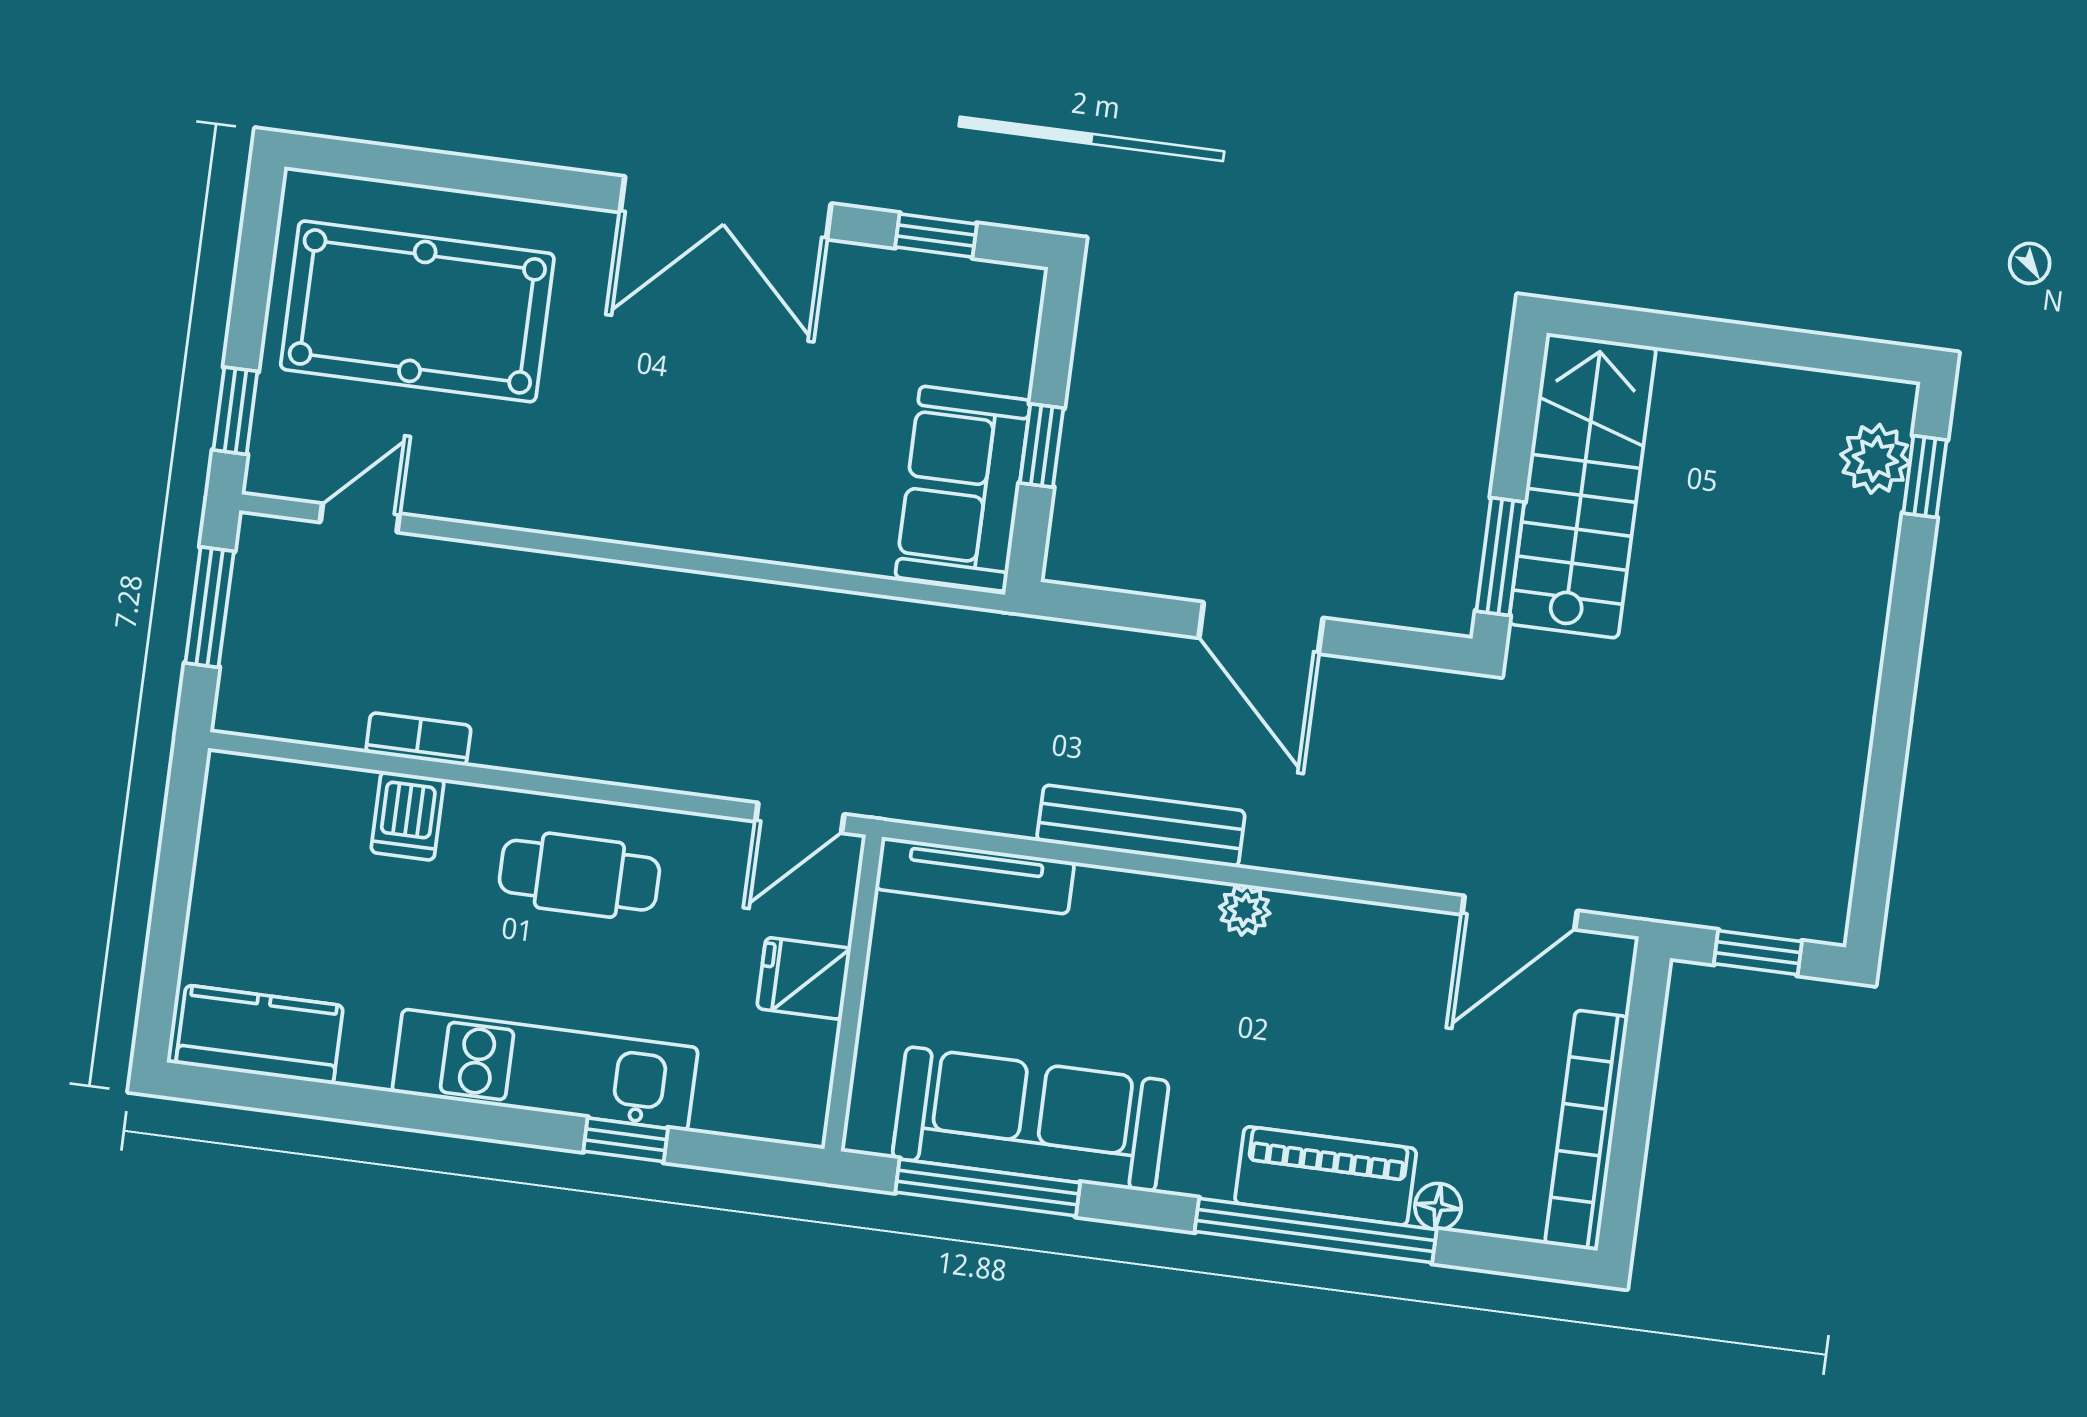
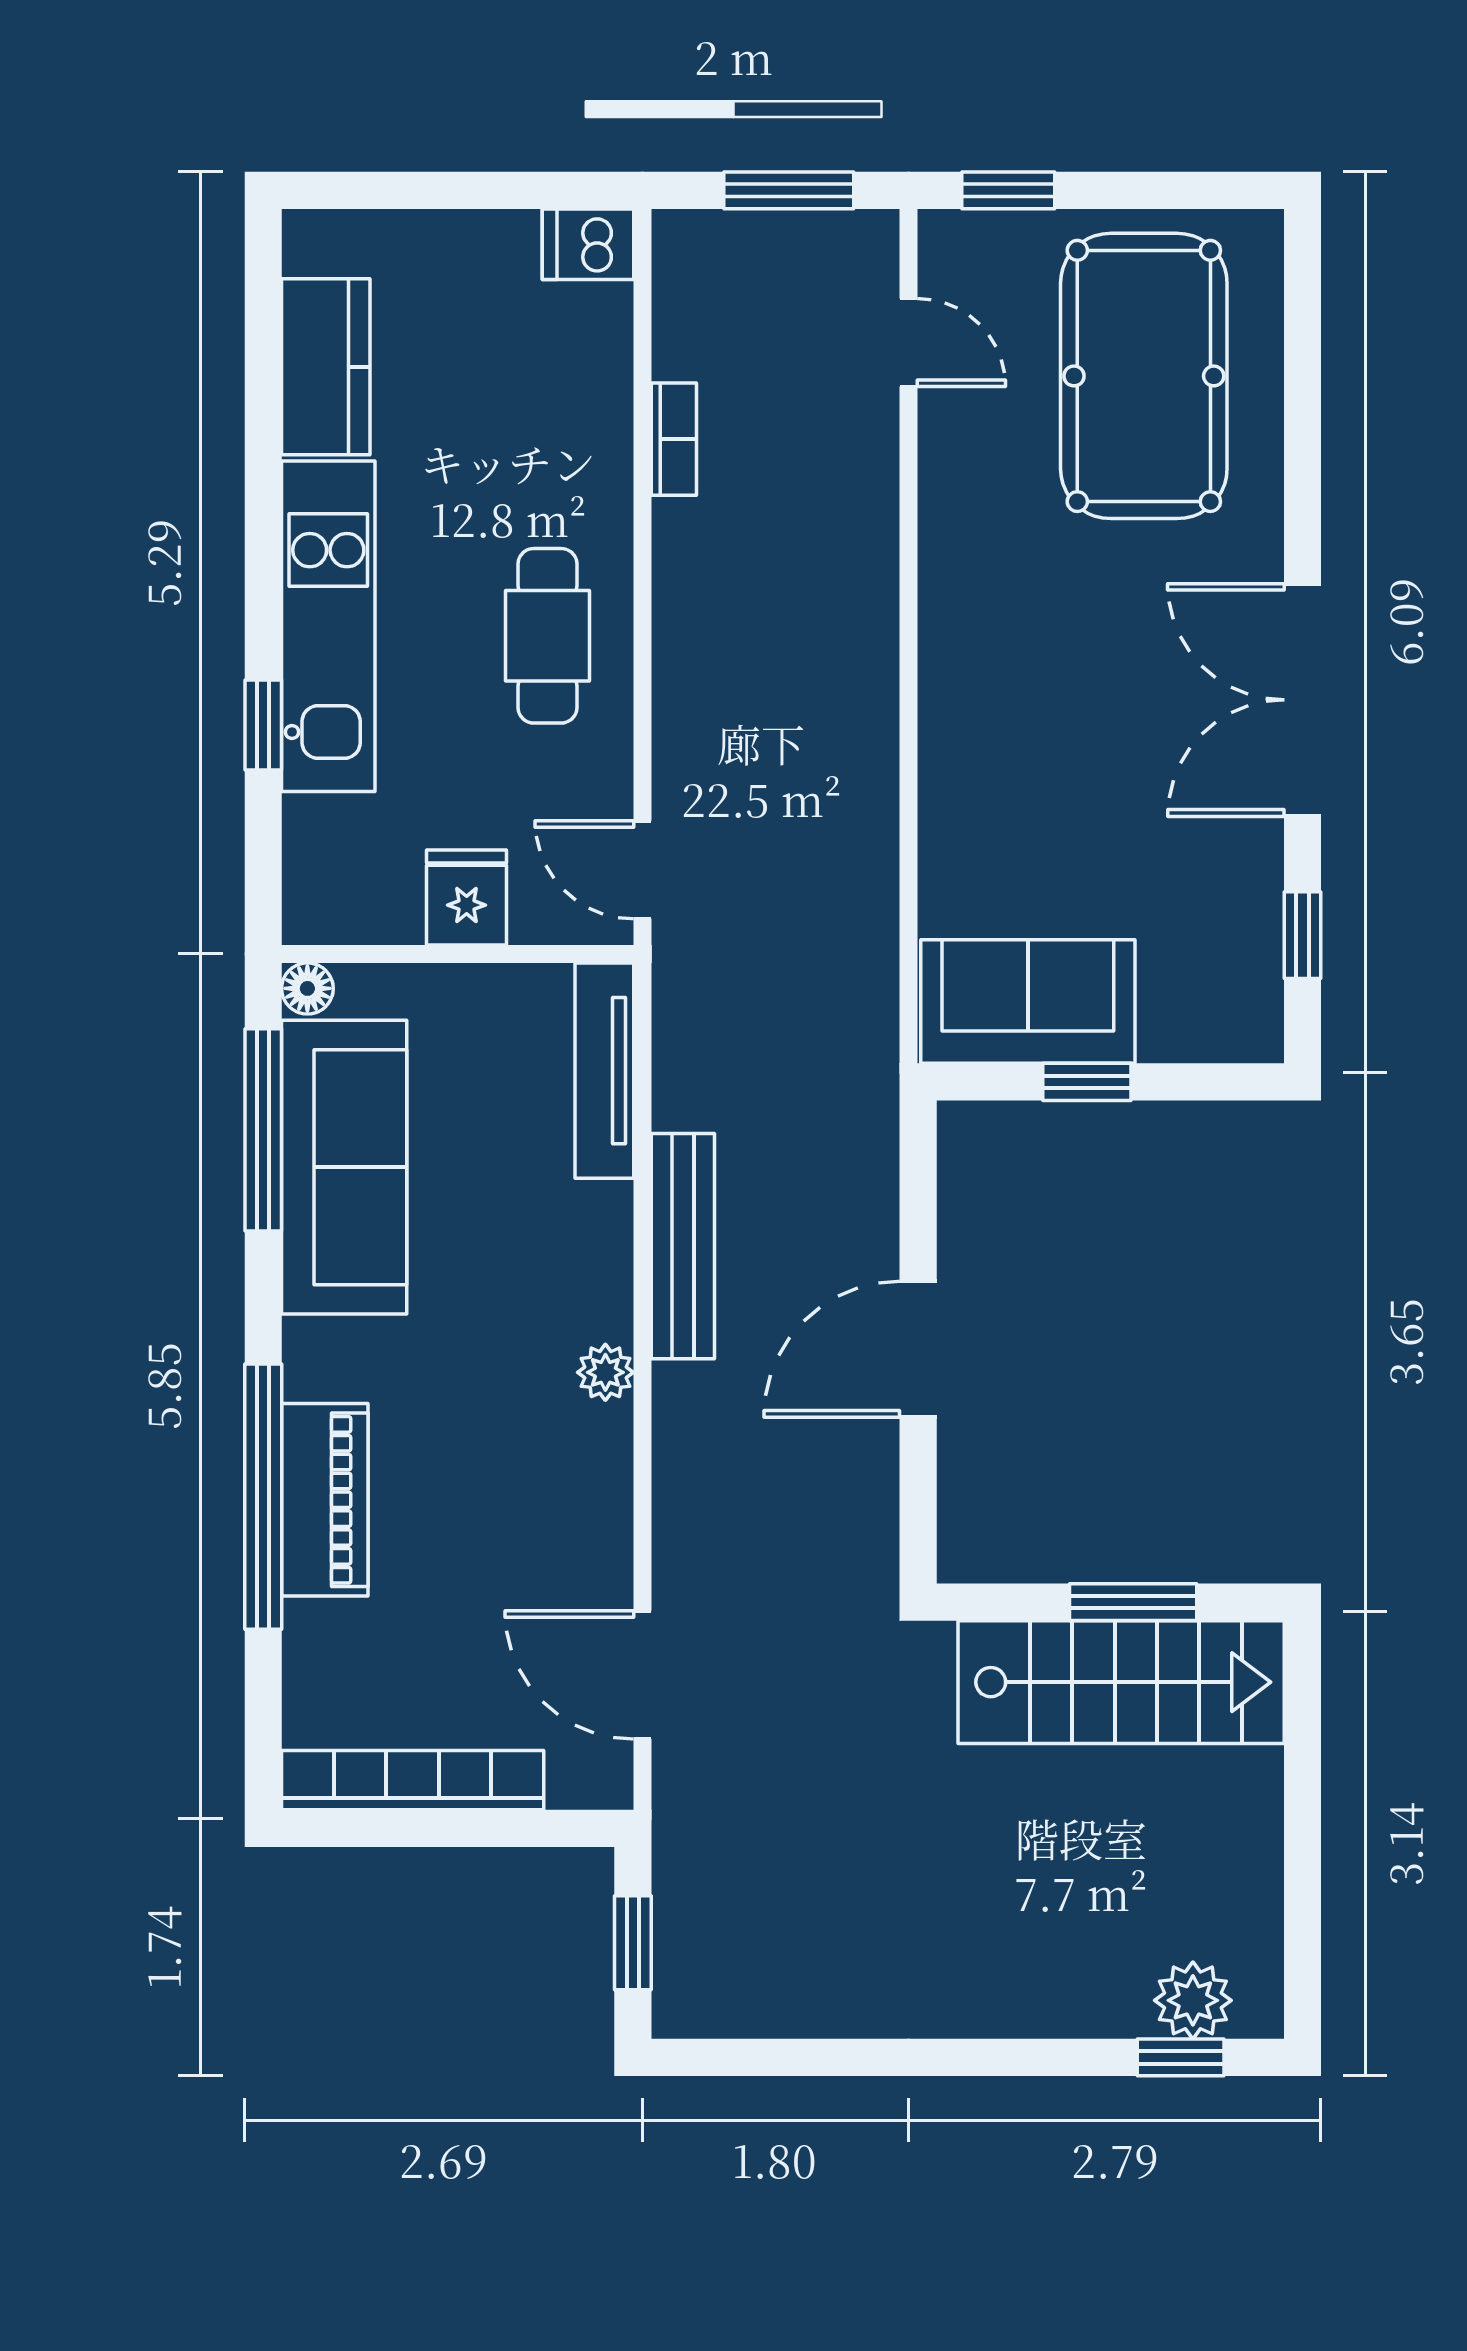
window: (1500, 557) -> (1133, 1602), moved
dishwasher: (408, 816) -> (588, 244), moved
kitchen counter: (260, 1035) -> (326, 367), moved
floor lamp: (1438, 1207) -> (307, 988), moved

